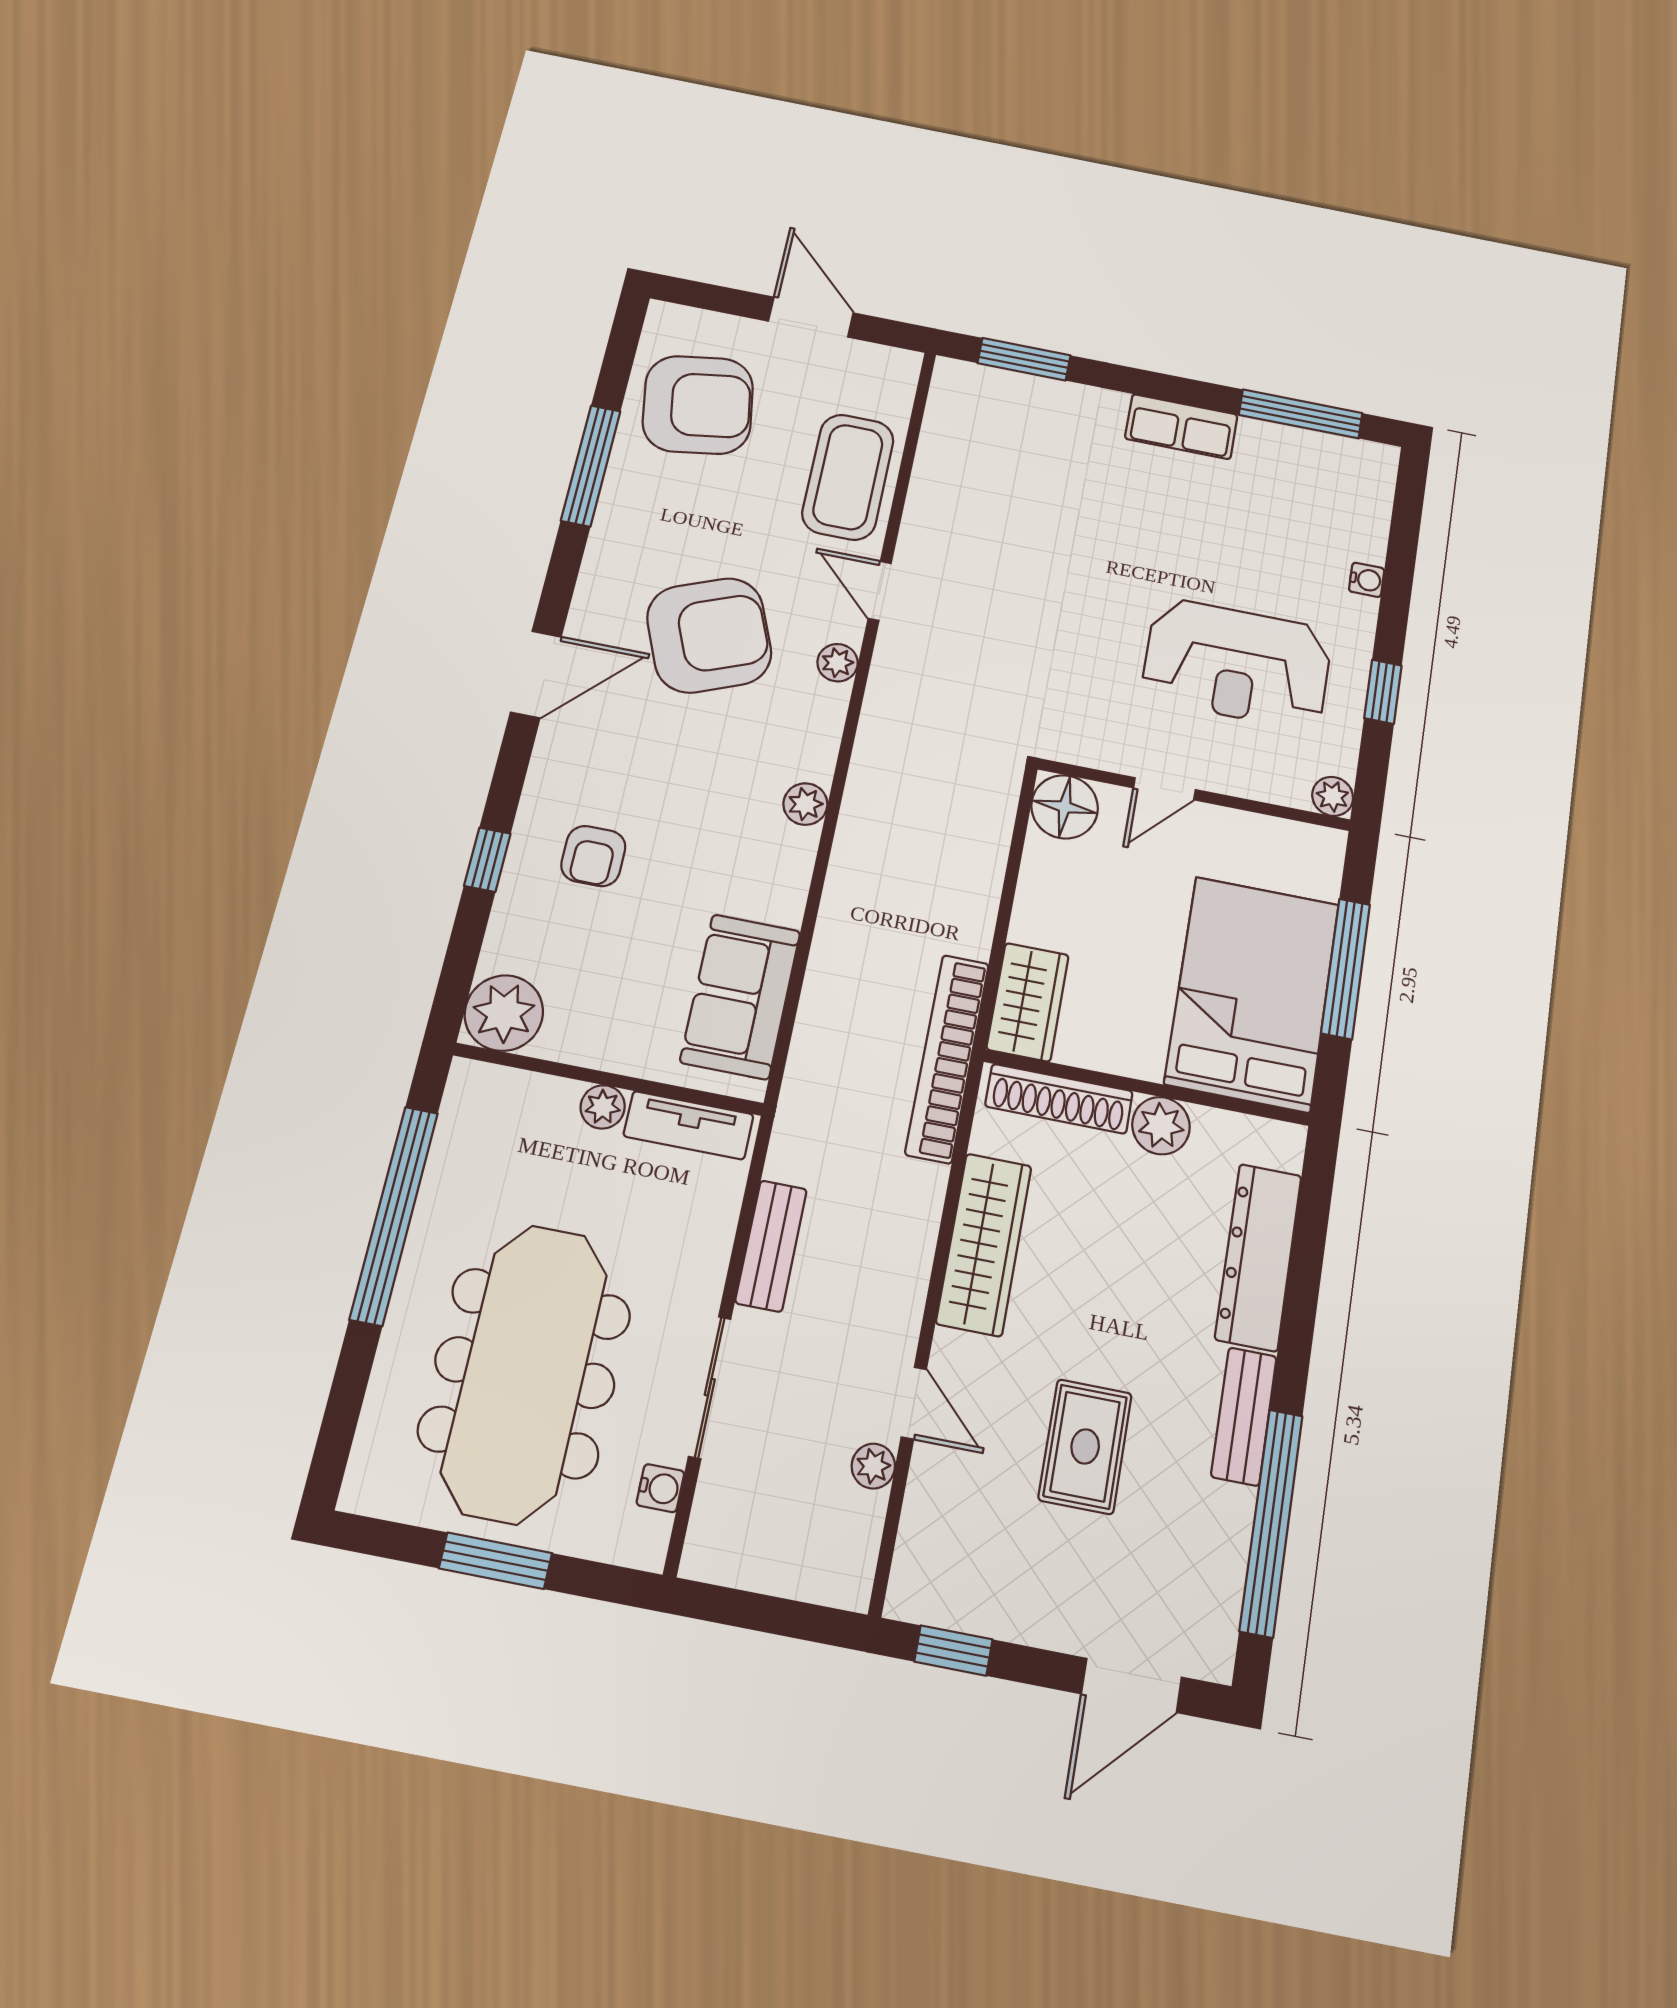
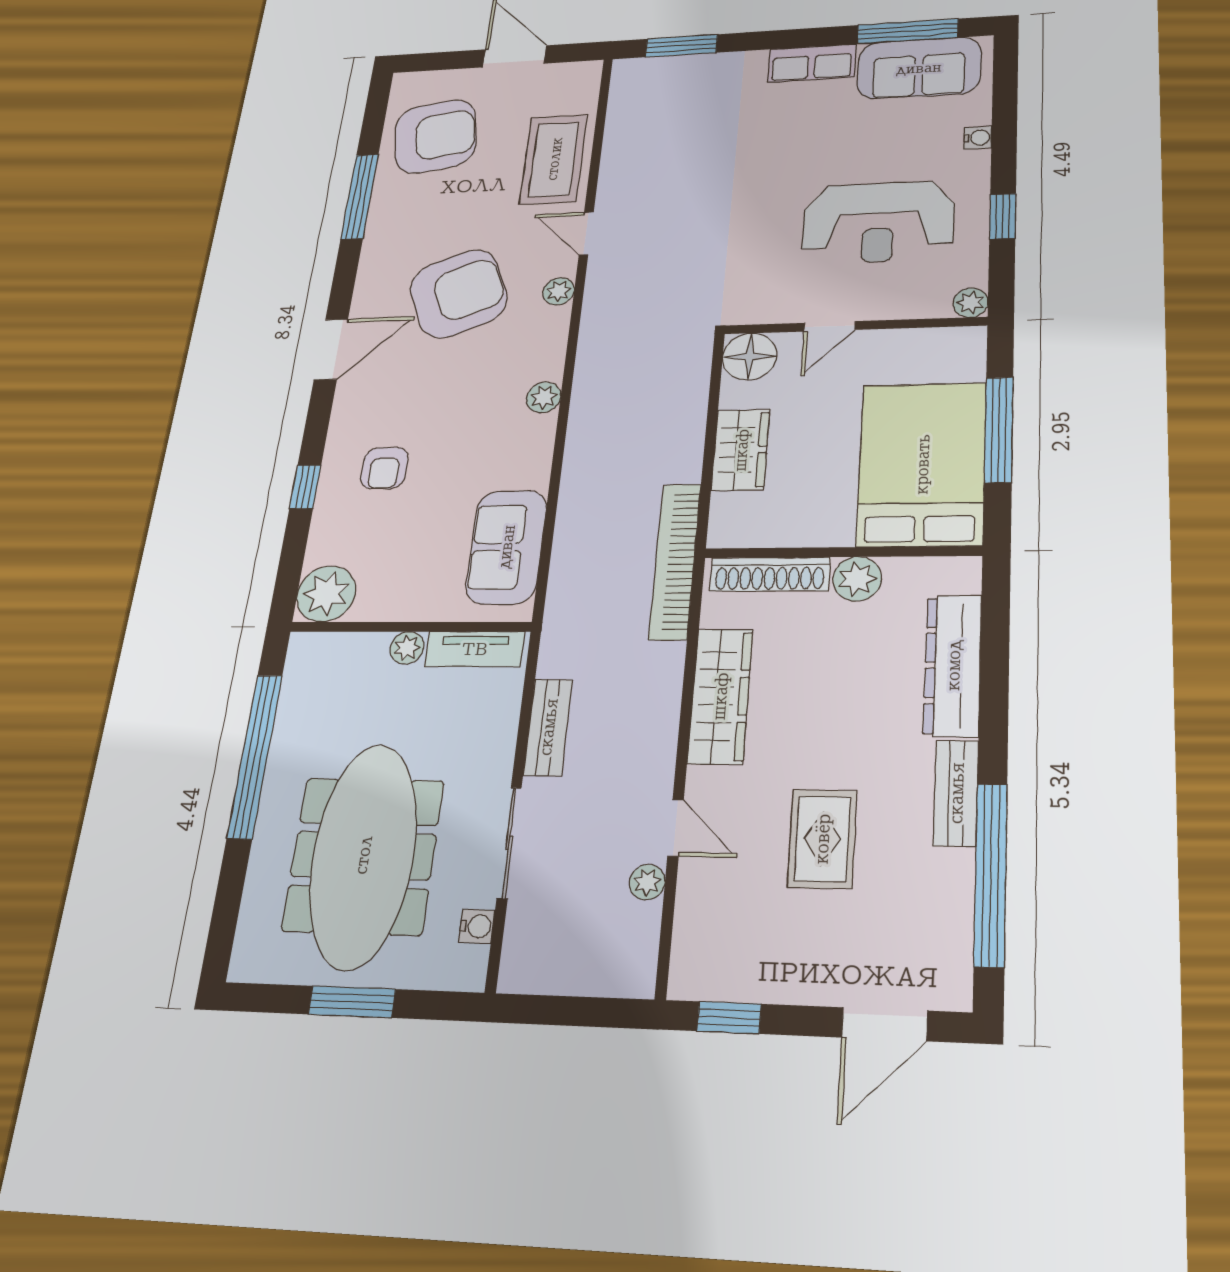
sofa: (1309, 468) -> (919, 68), added
wardrobe: (1028, 1002) -> (741, 450), moved

